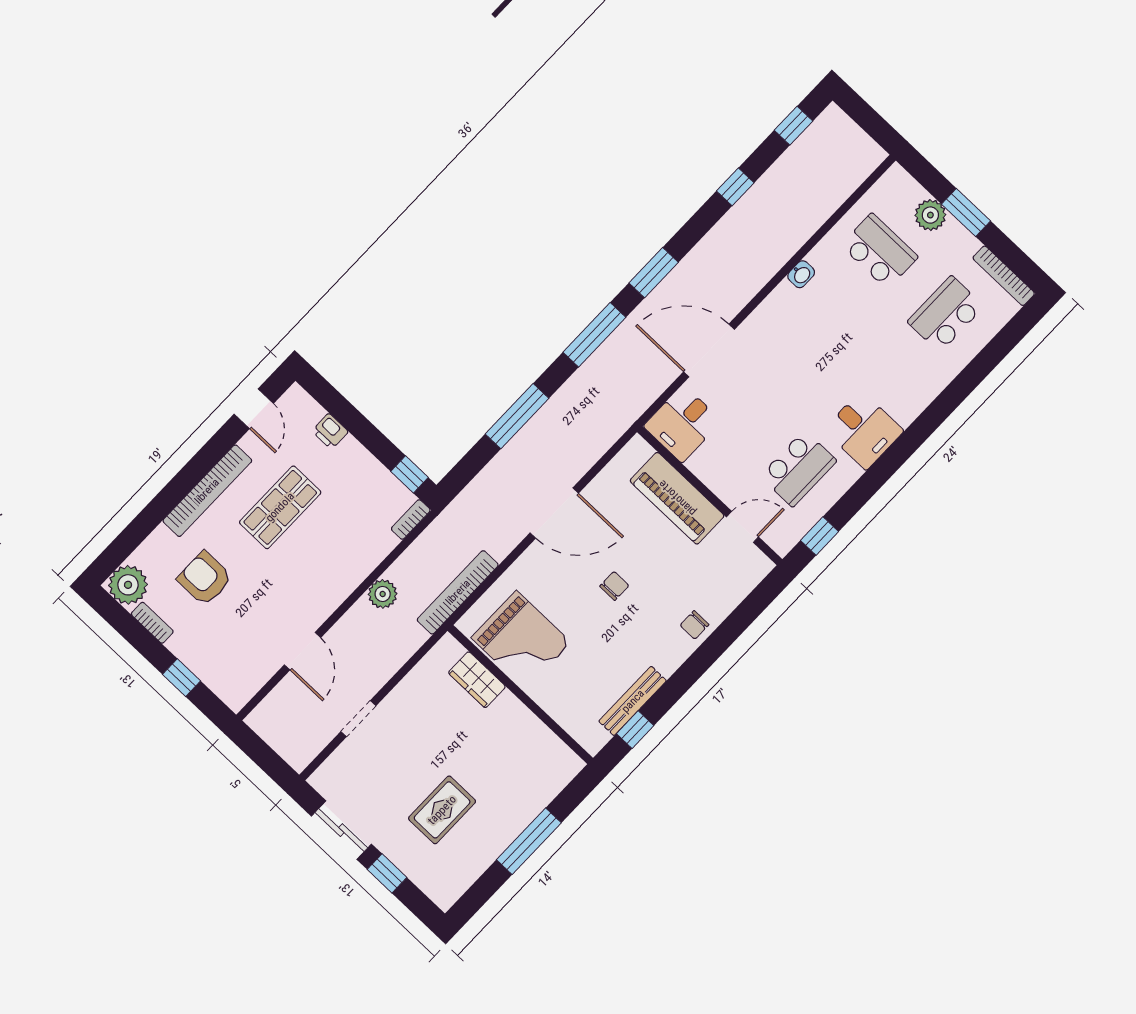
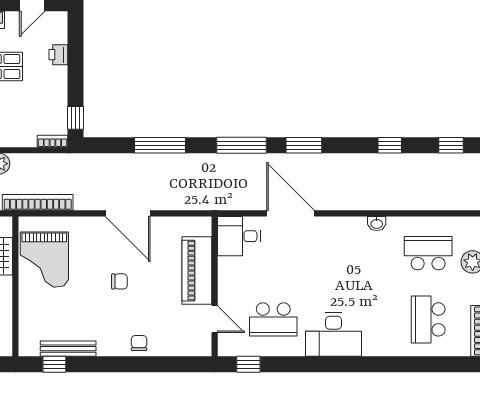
school desk: (879, 251) -> (428, 253), turned -90
school desk: (946, 314) -> (428, 319), turned -90
desk: (864, 430) -> (334, 335), width x1.37
chair: (694, 625) -> (139, 343), turned 90

